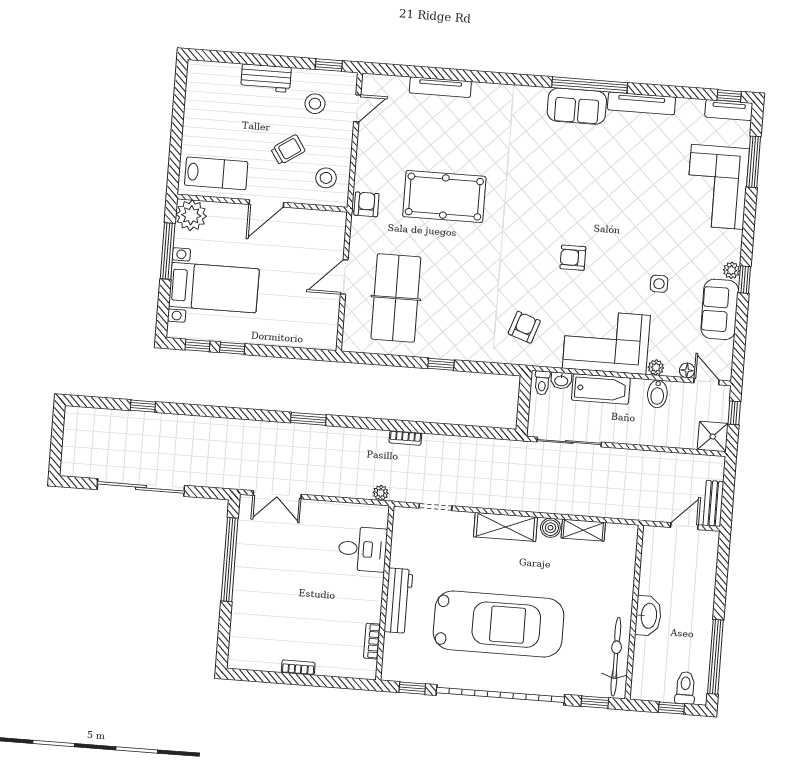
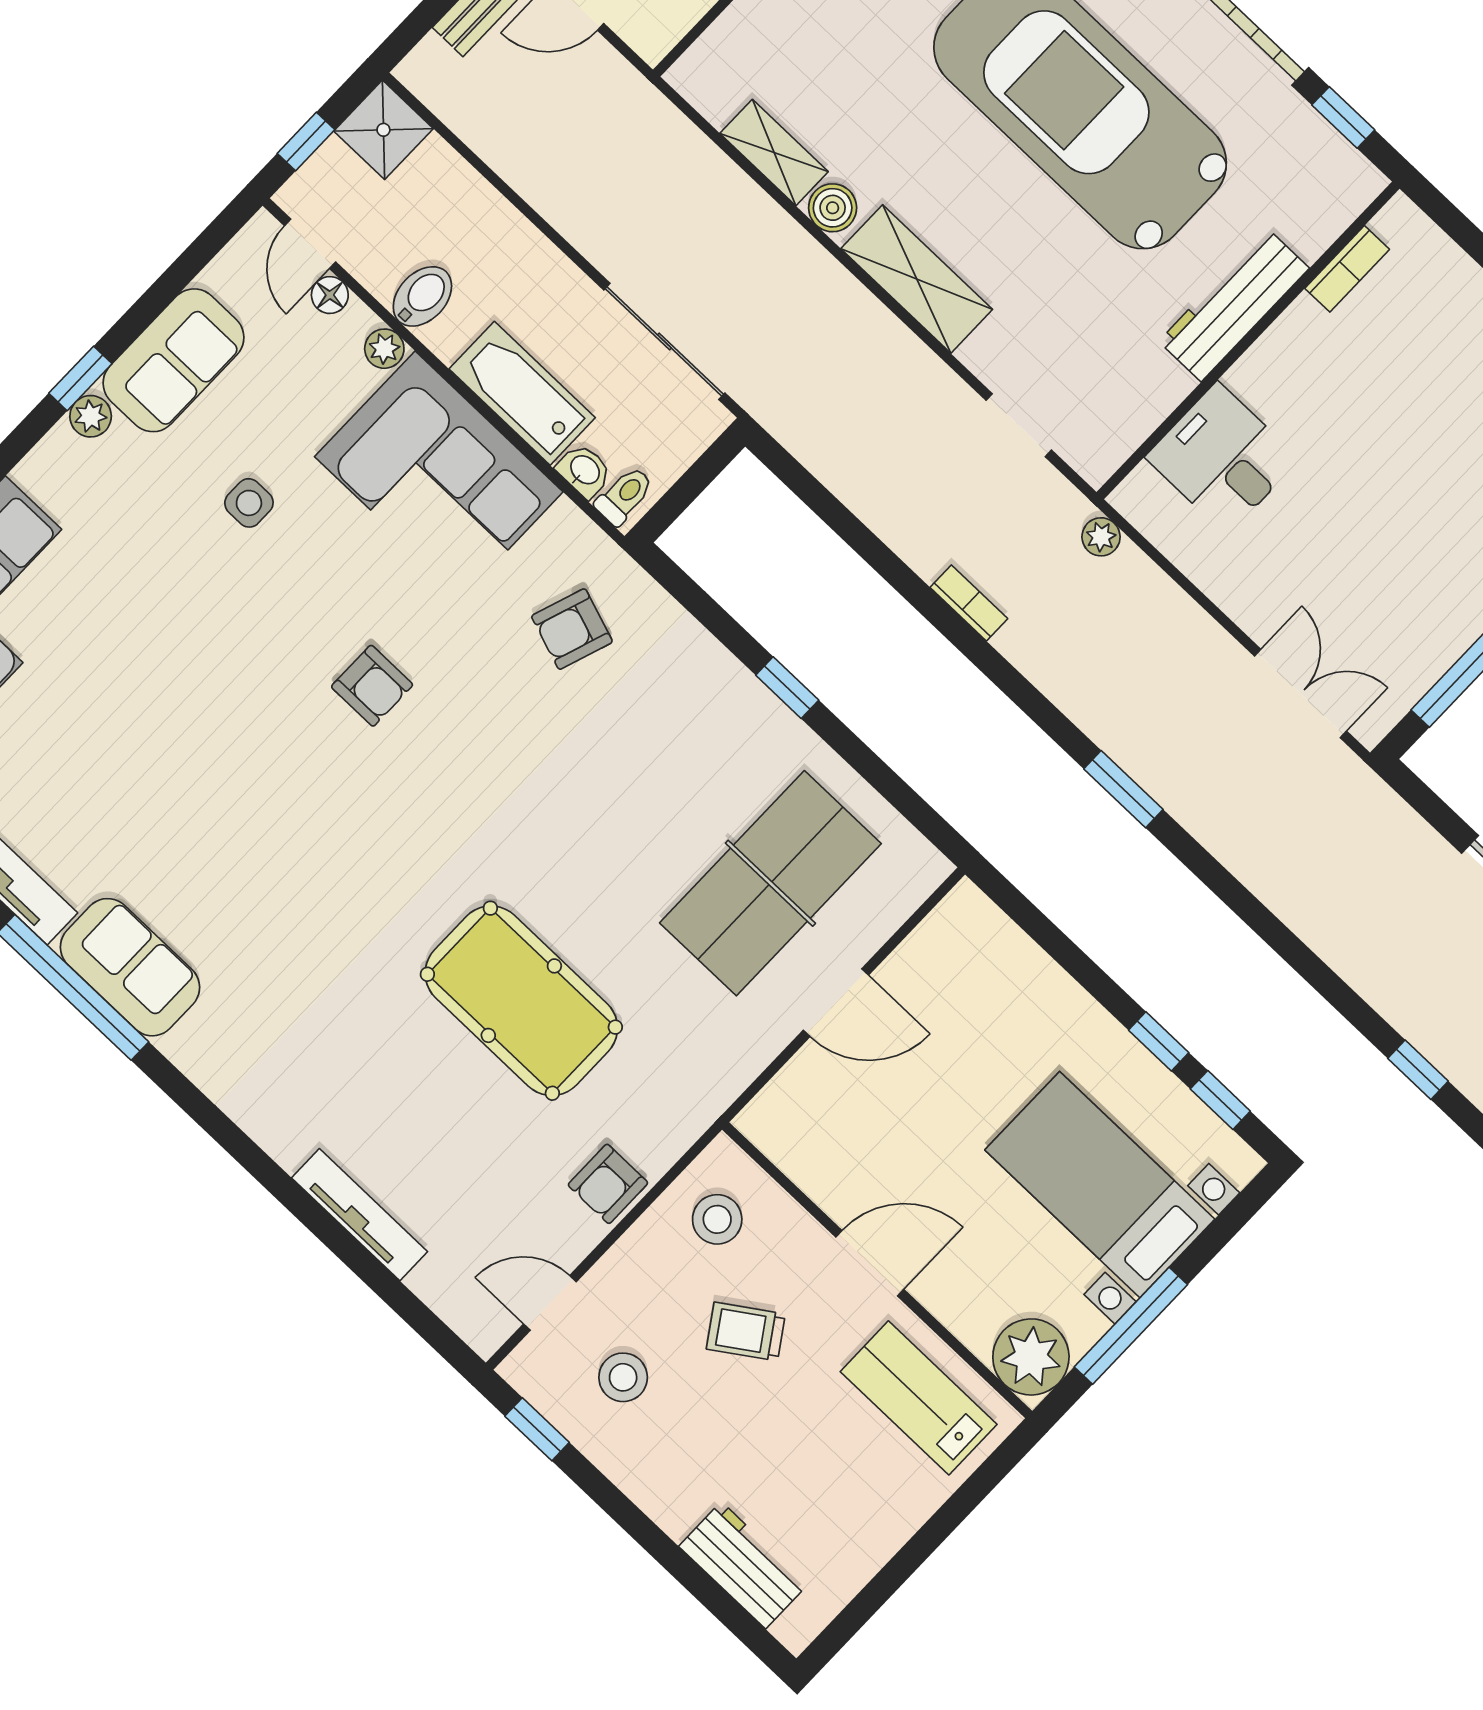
workbench: (266, 78) -> (743, 1565), moved
armchair: (366, 204) -> (608, 1184), moved

